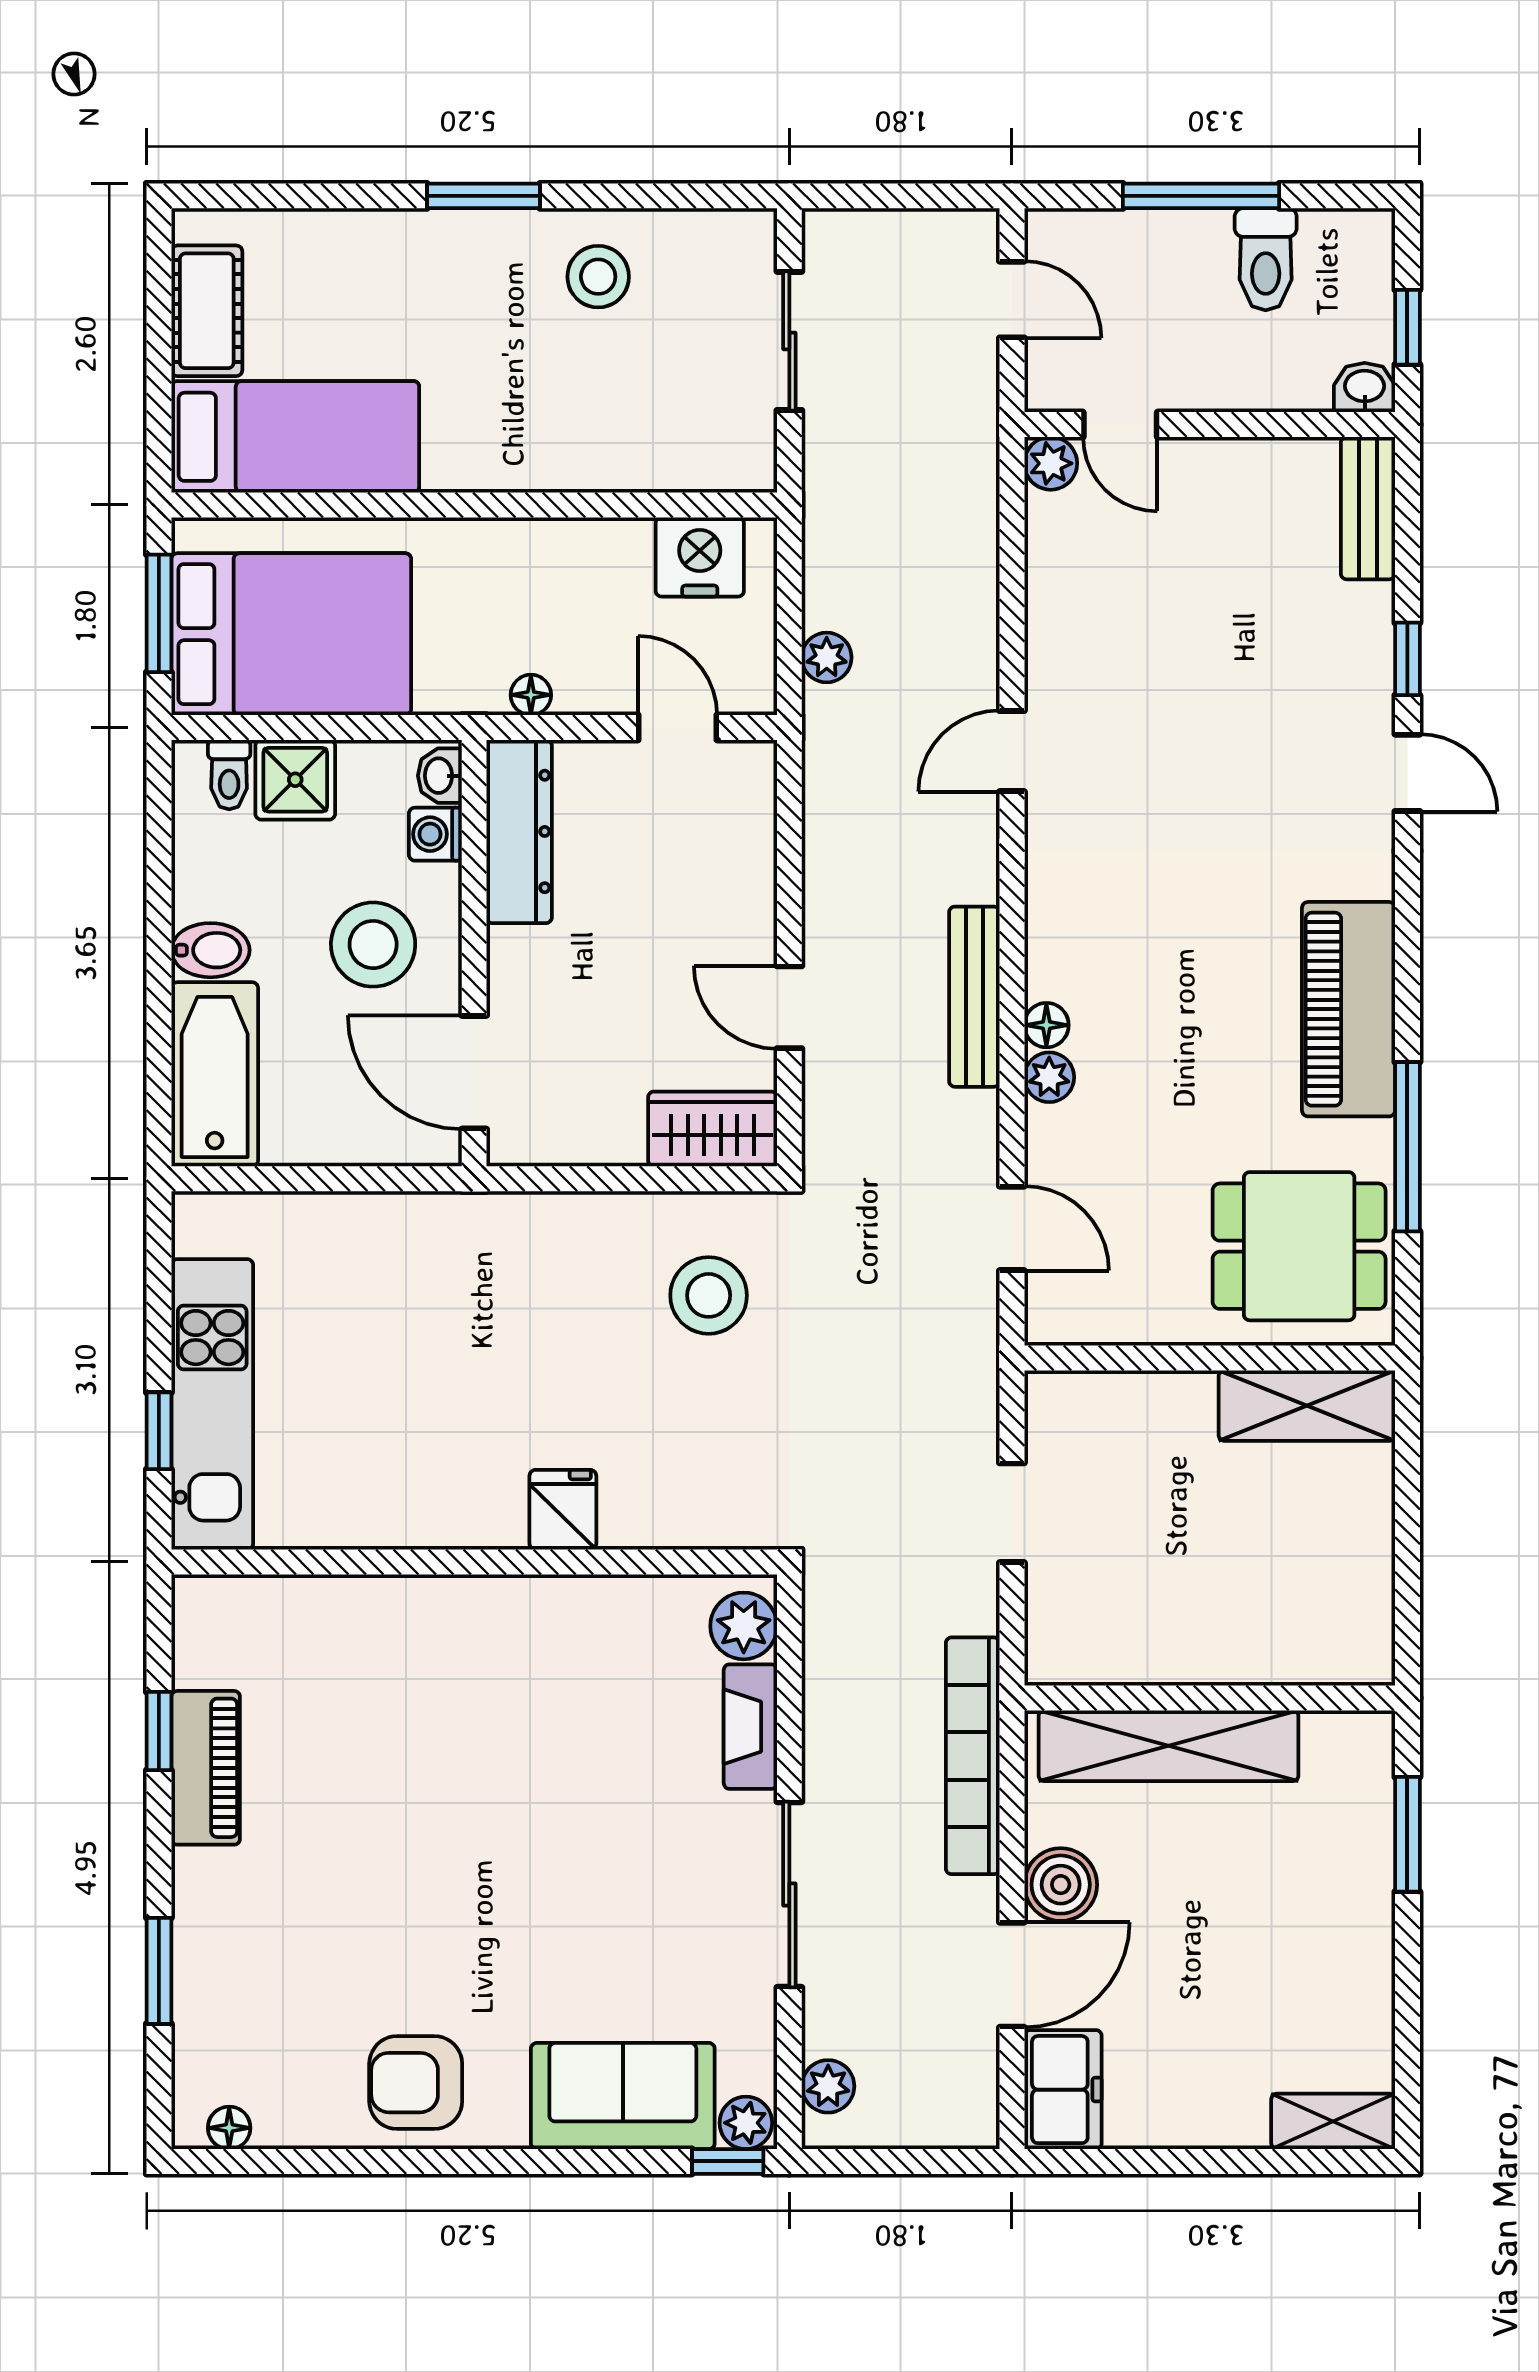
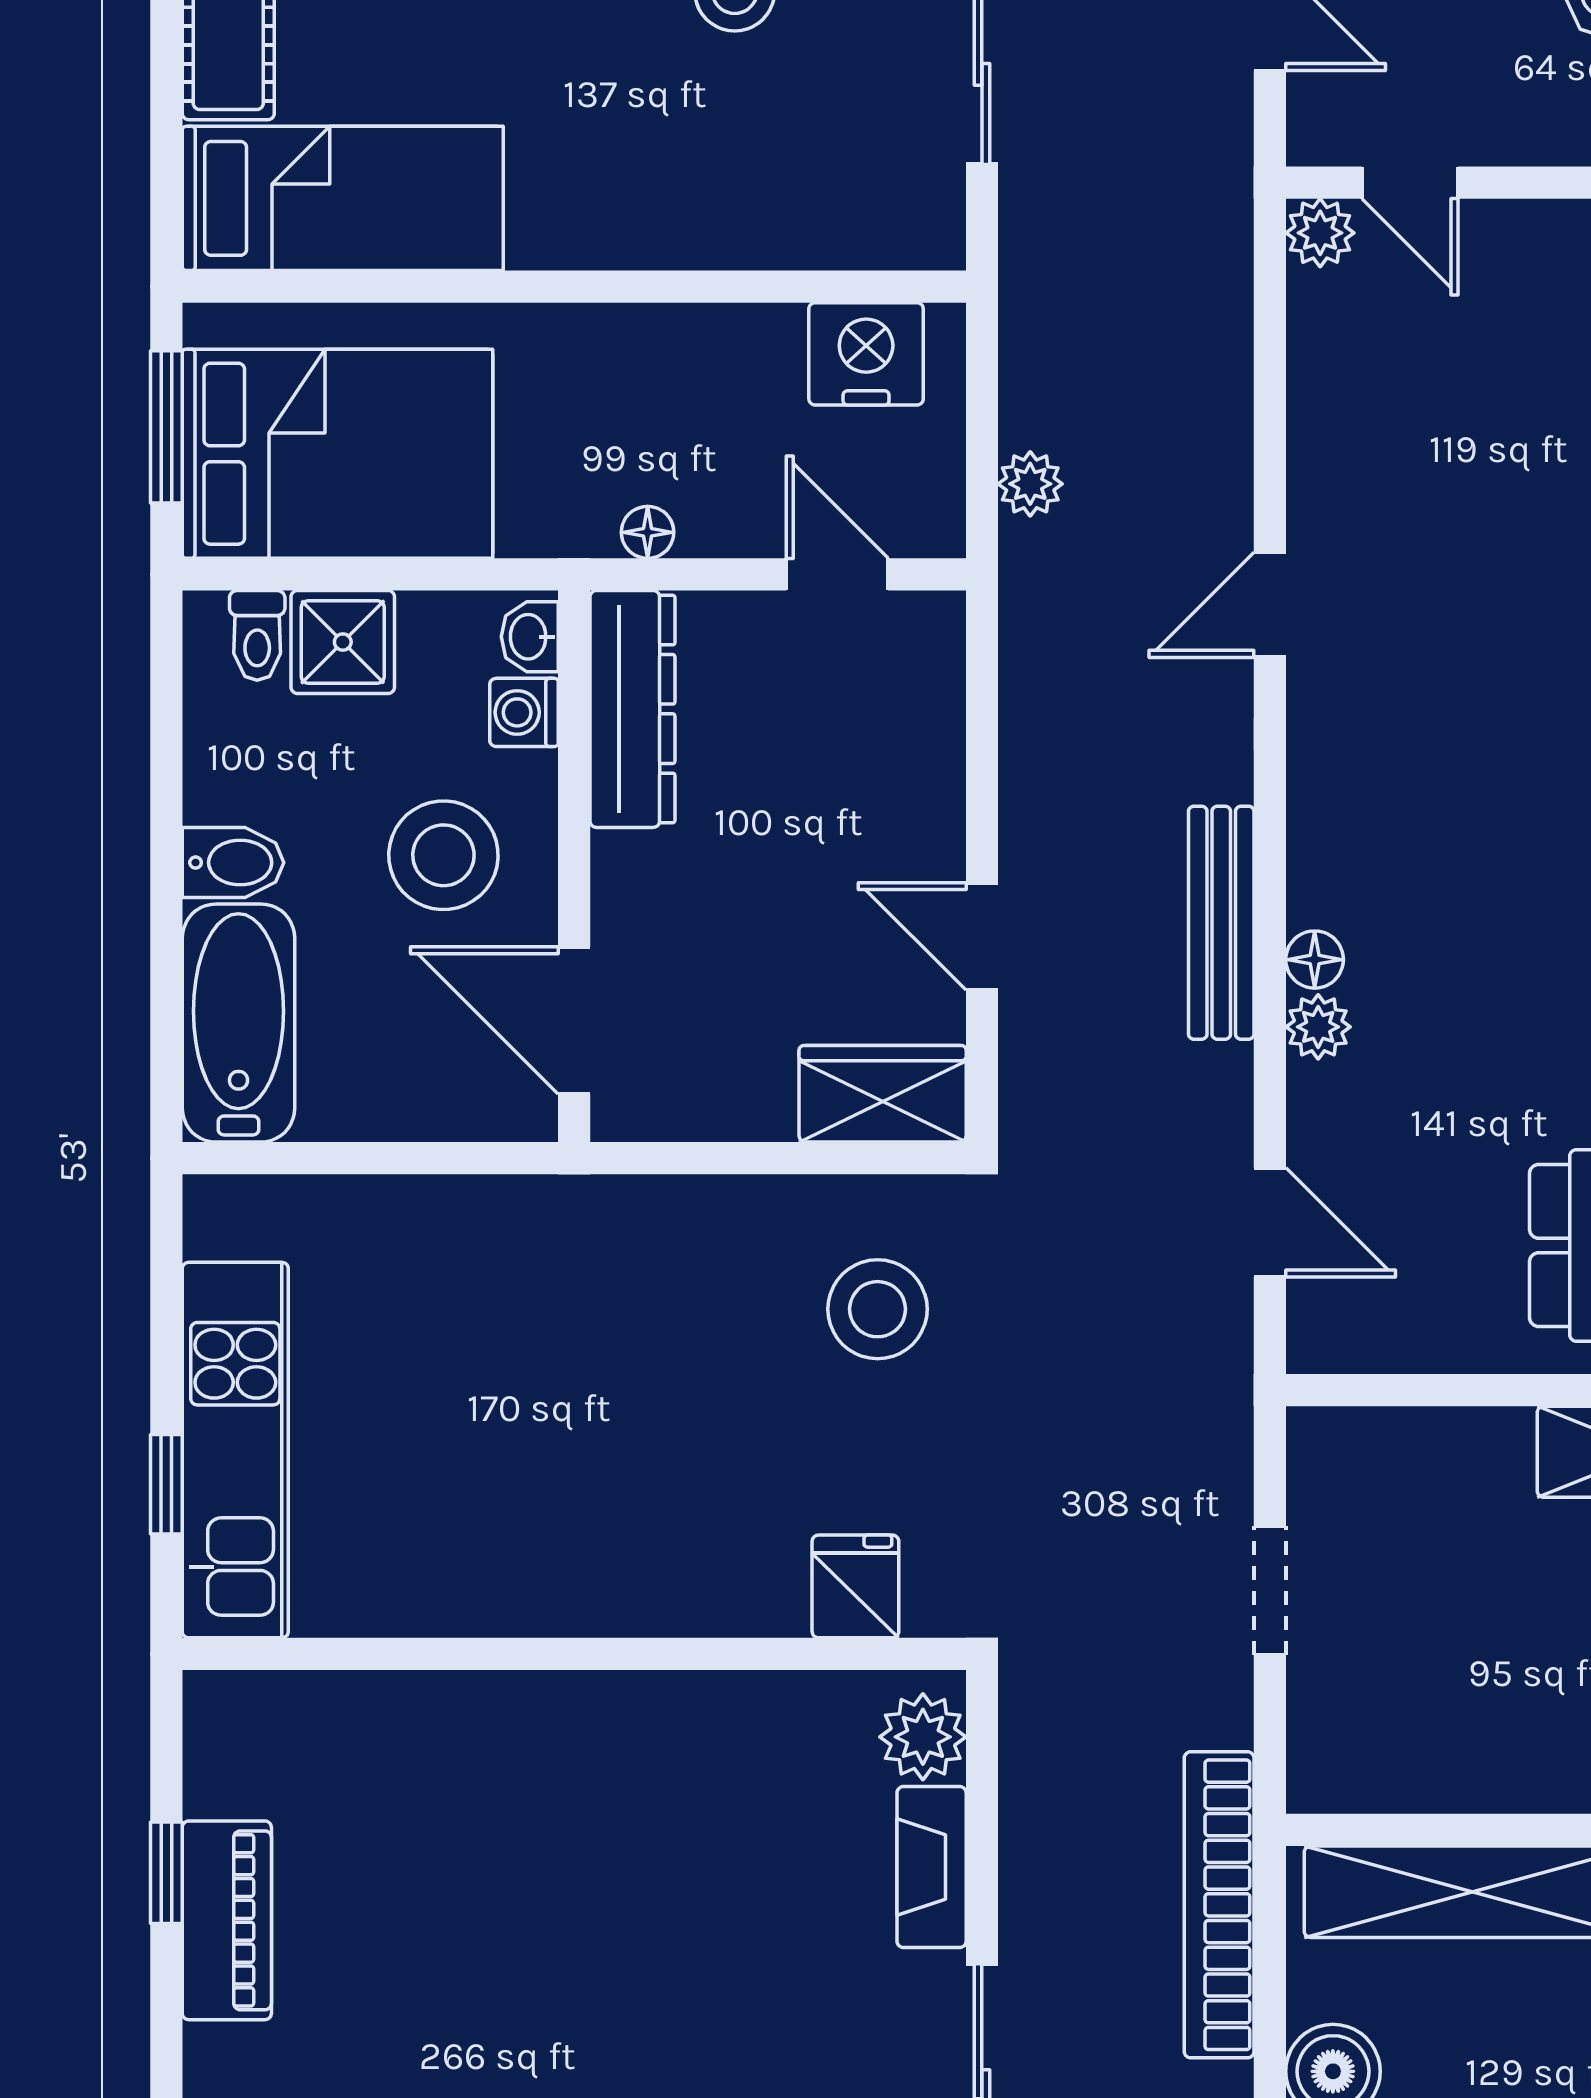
fridge: (563, 1510) -> (855, 1586), moved

